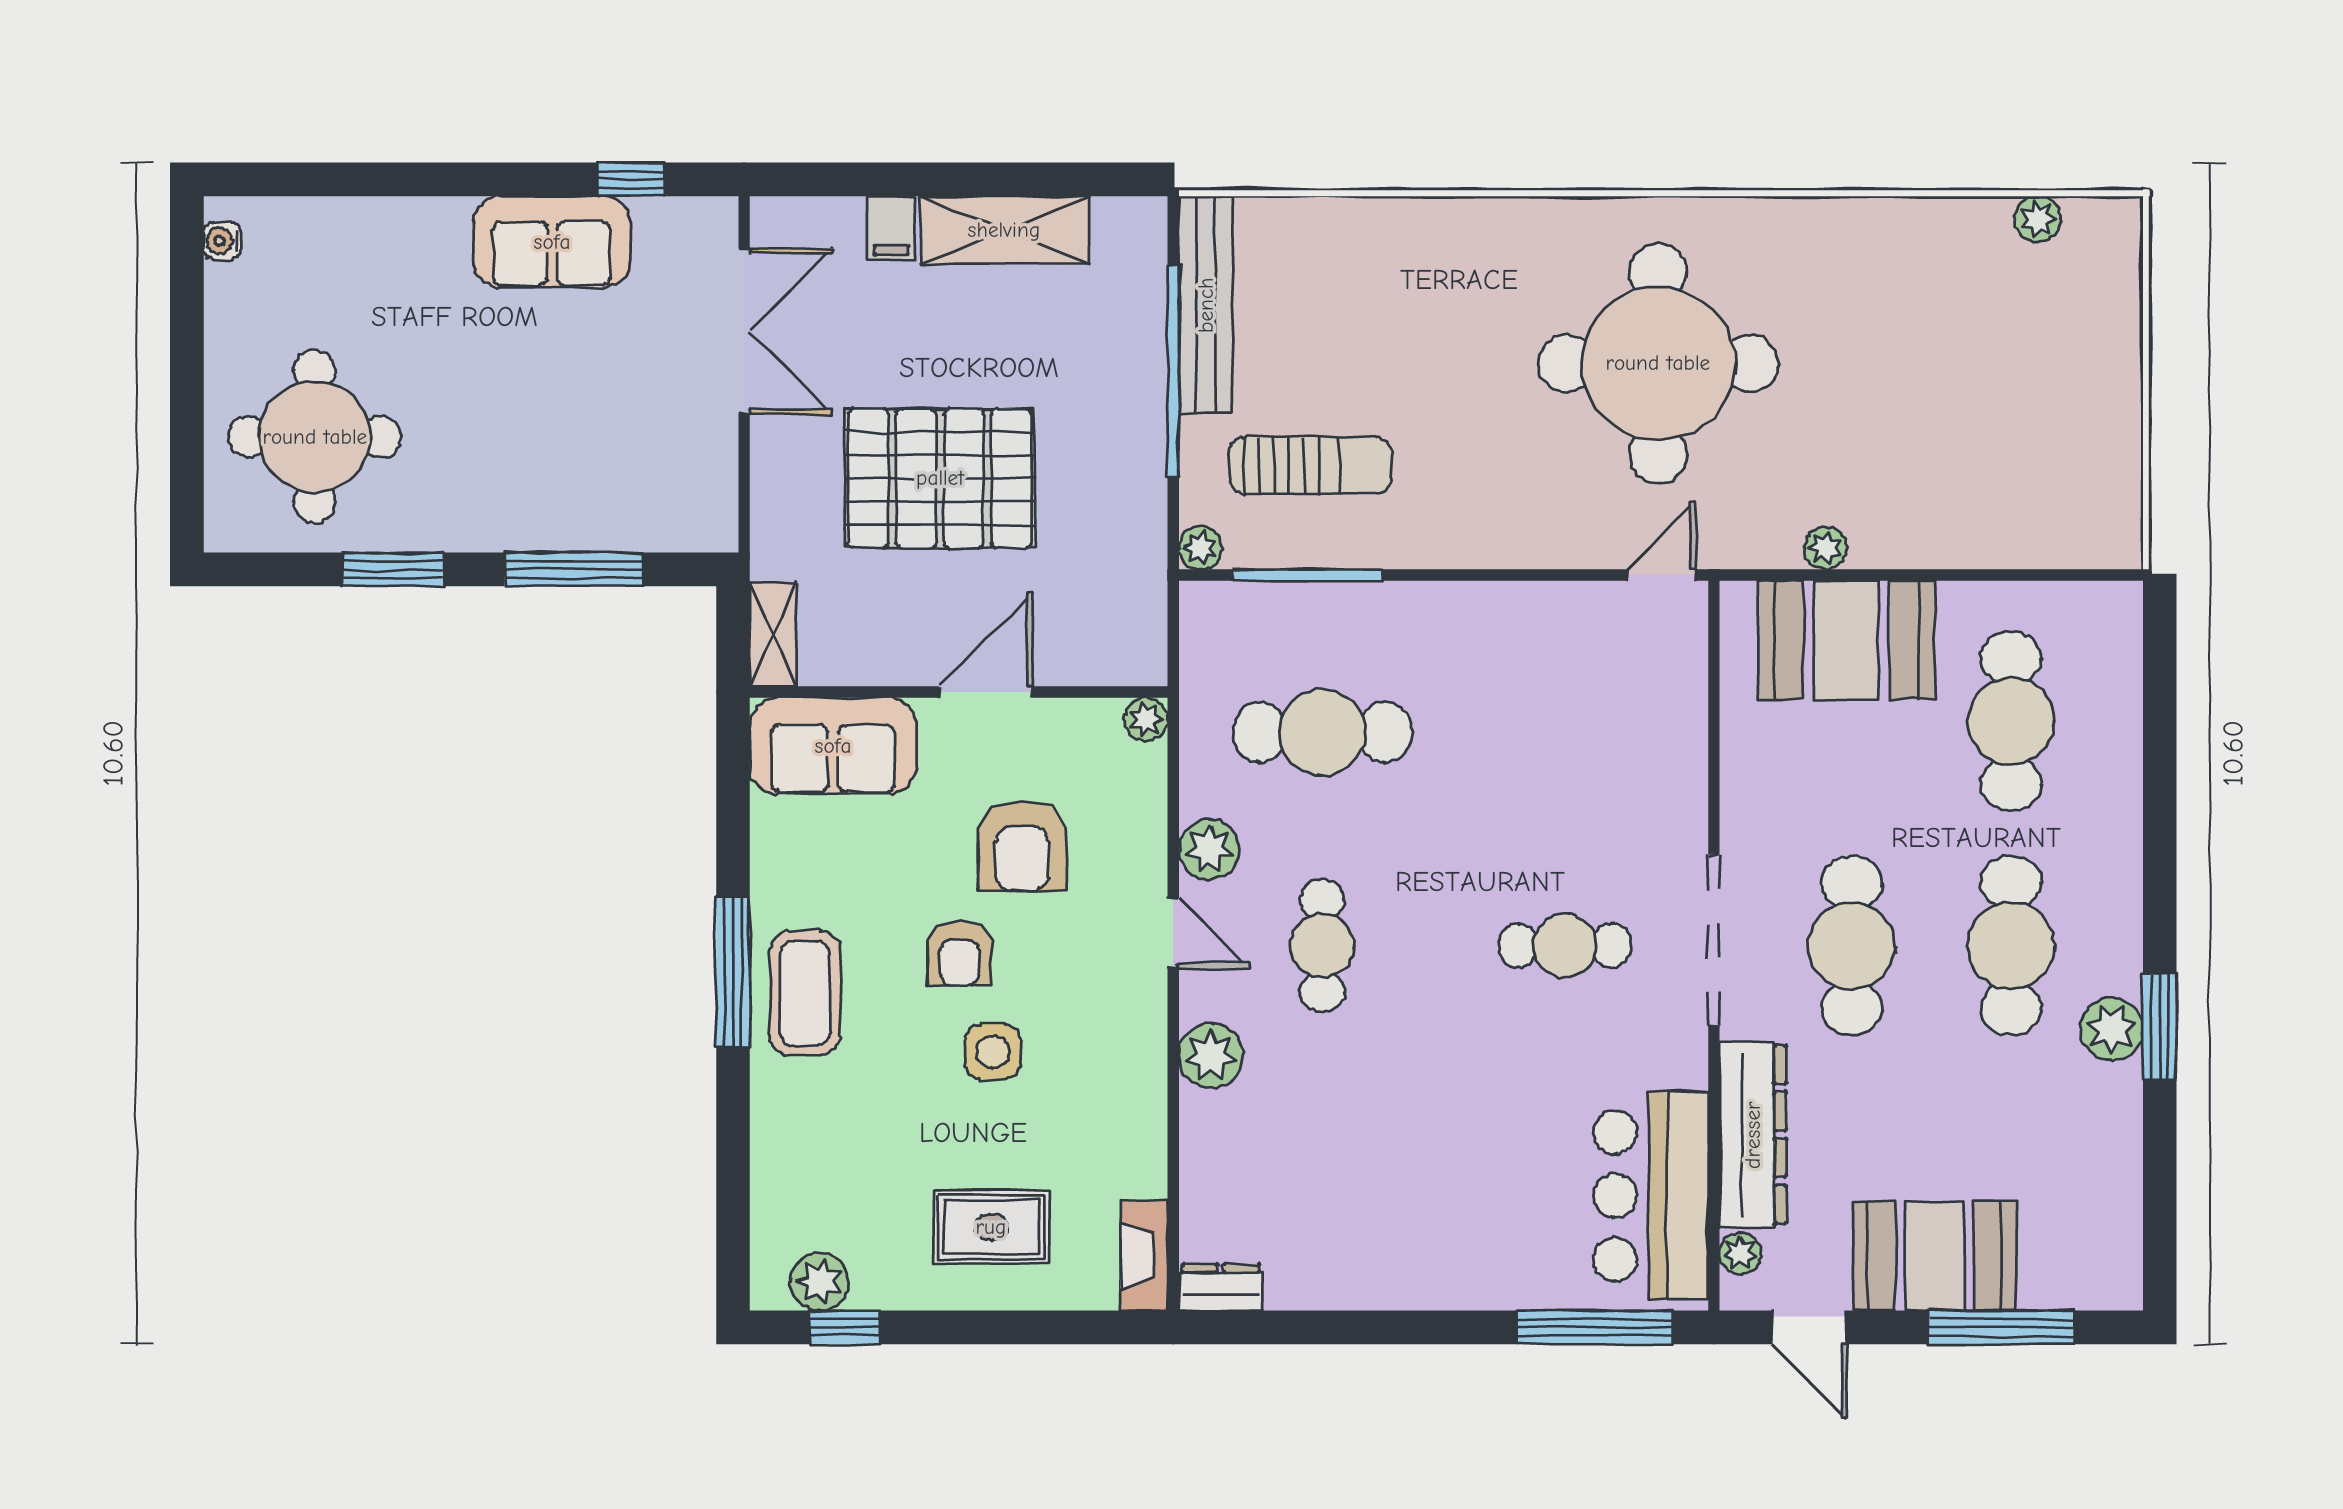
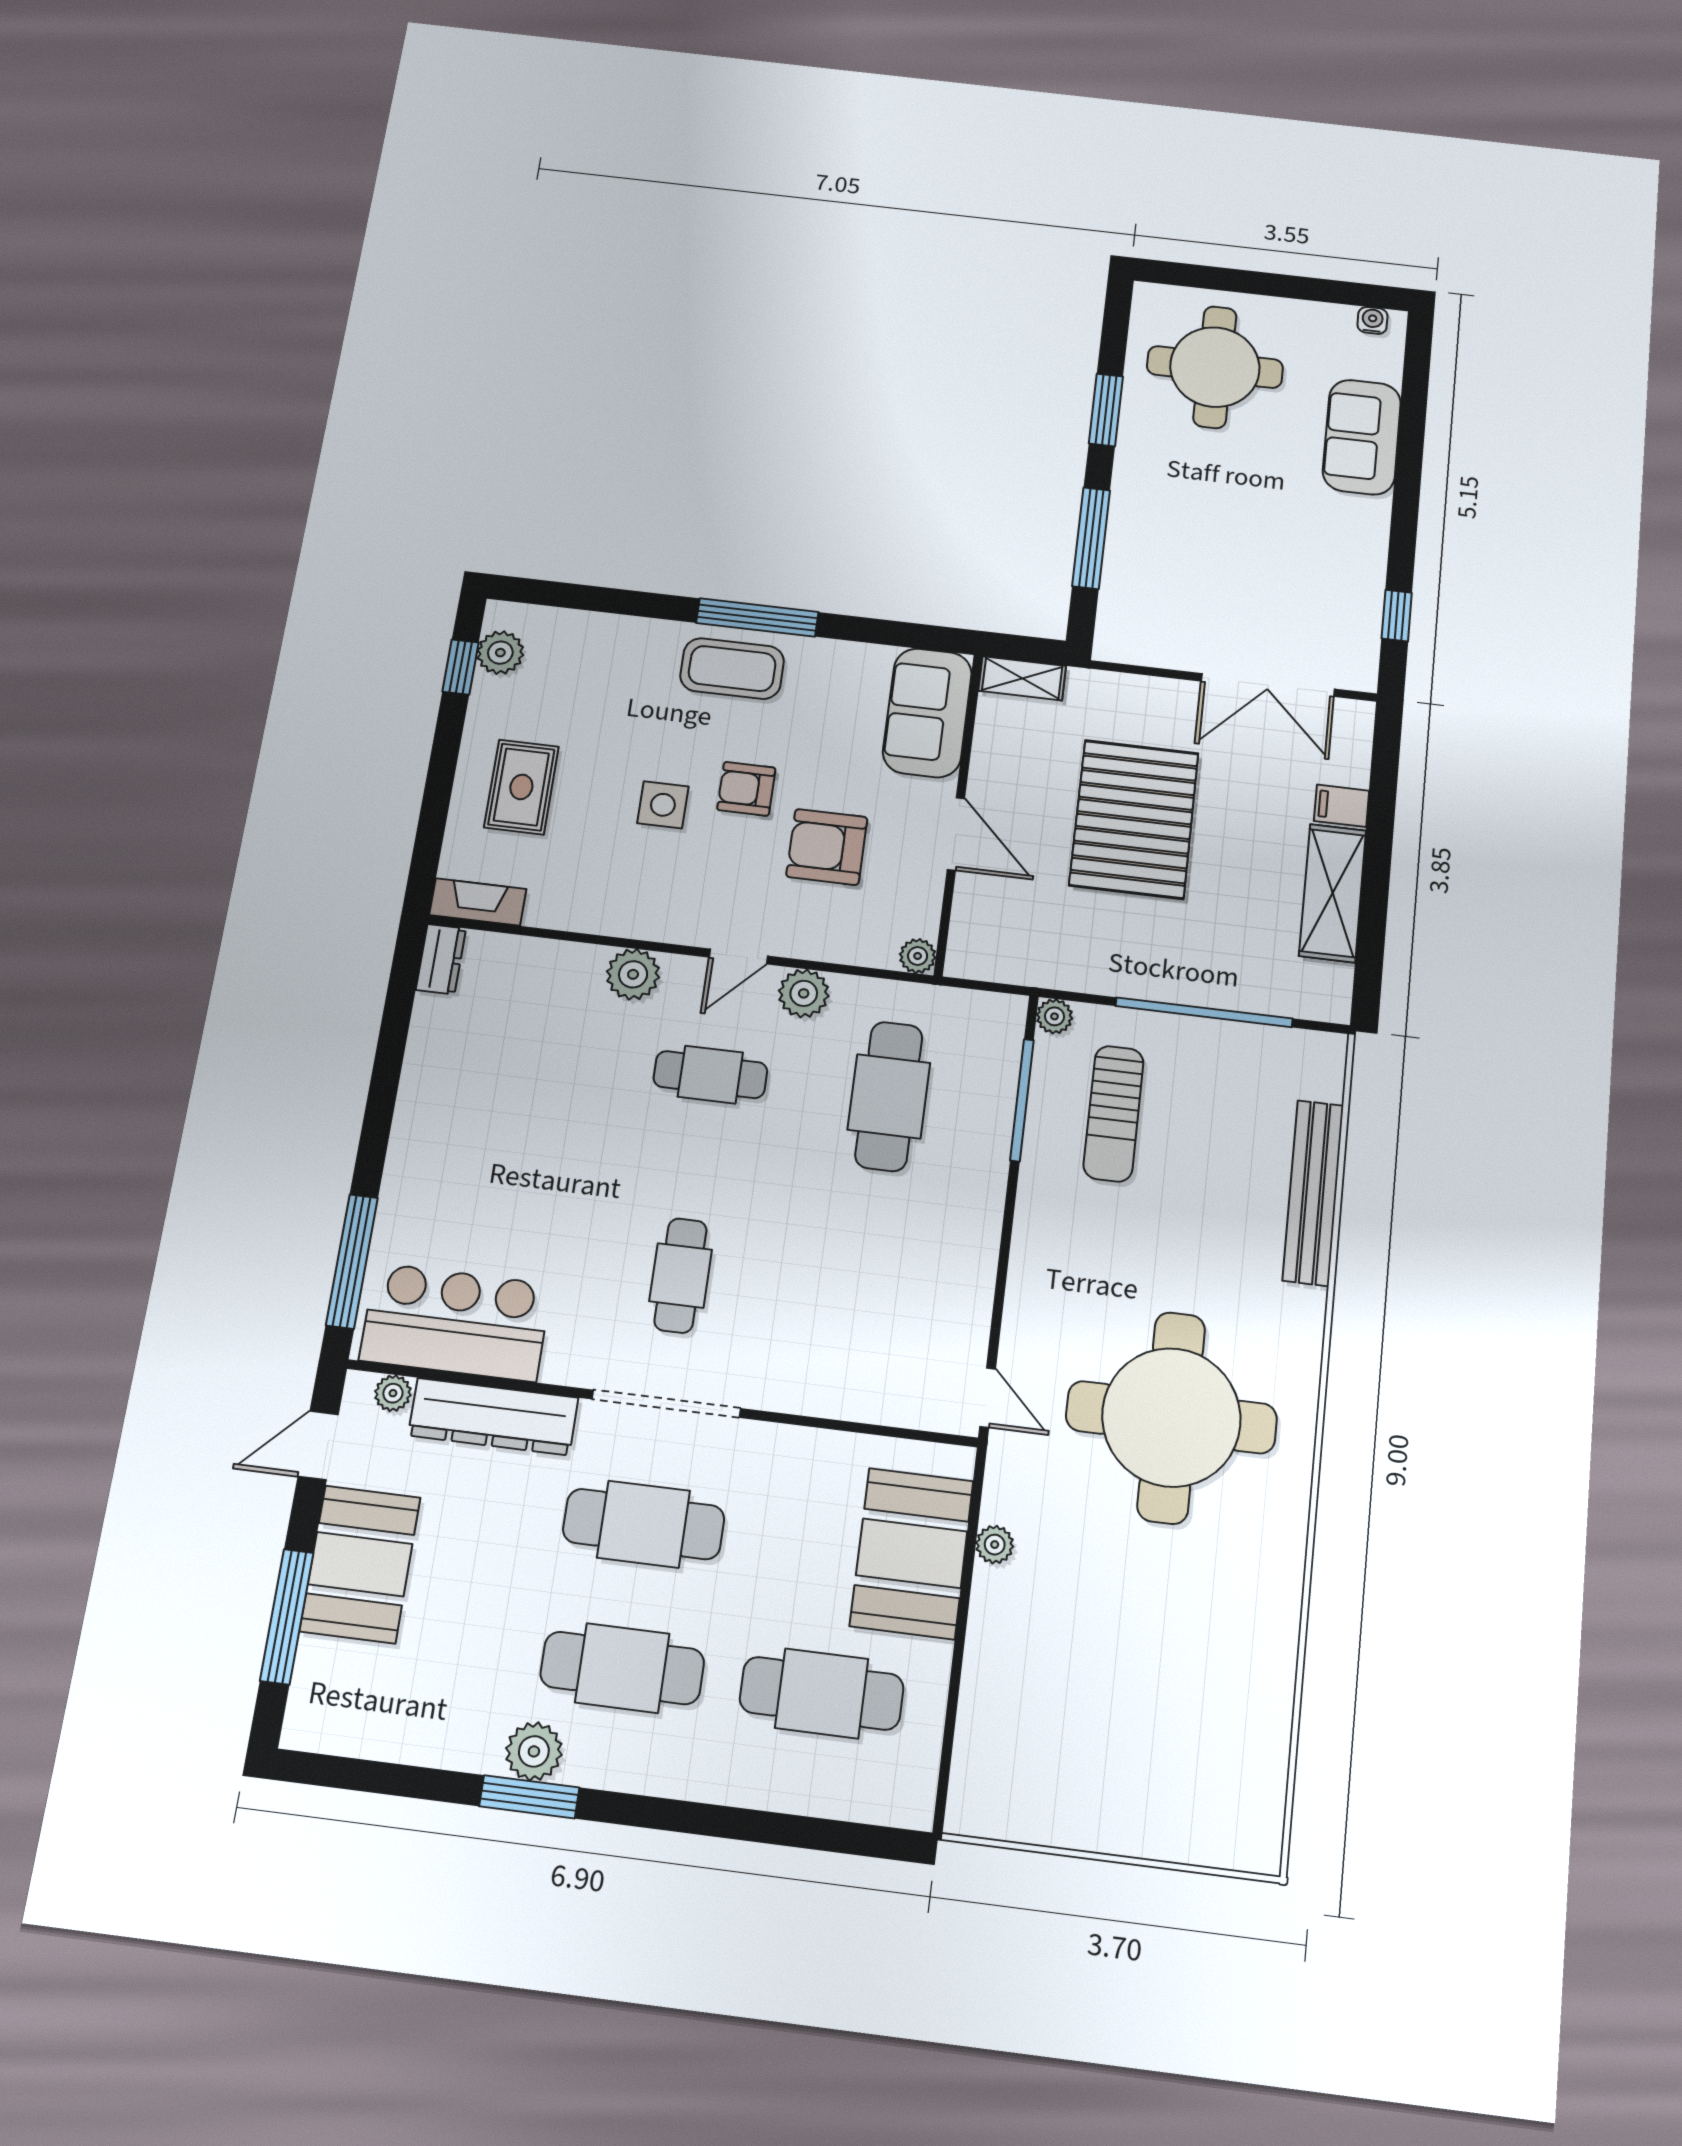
plant: (2038, 219) -> (1268, 1775), removed
sofa: (552, 242) -> (1362, 437), moved
bench: (1206, 305) -> (1313, 1193), moved, turned 90

